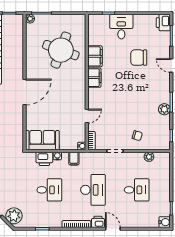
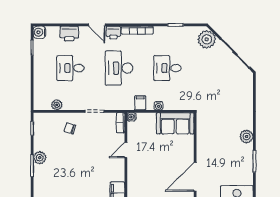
printer: (44, 159) -> (69, 34), moved, turned 180

